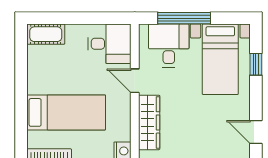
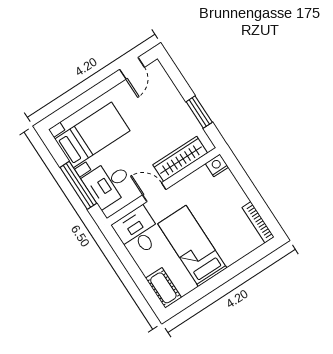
window: (256, 64) -> (78, 104), removed
door: (135, 81) -> (154, 192), swing flipped
bed: (66, 112) -> (192, 246), moved

